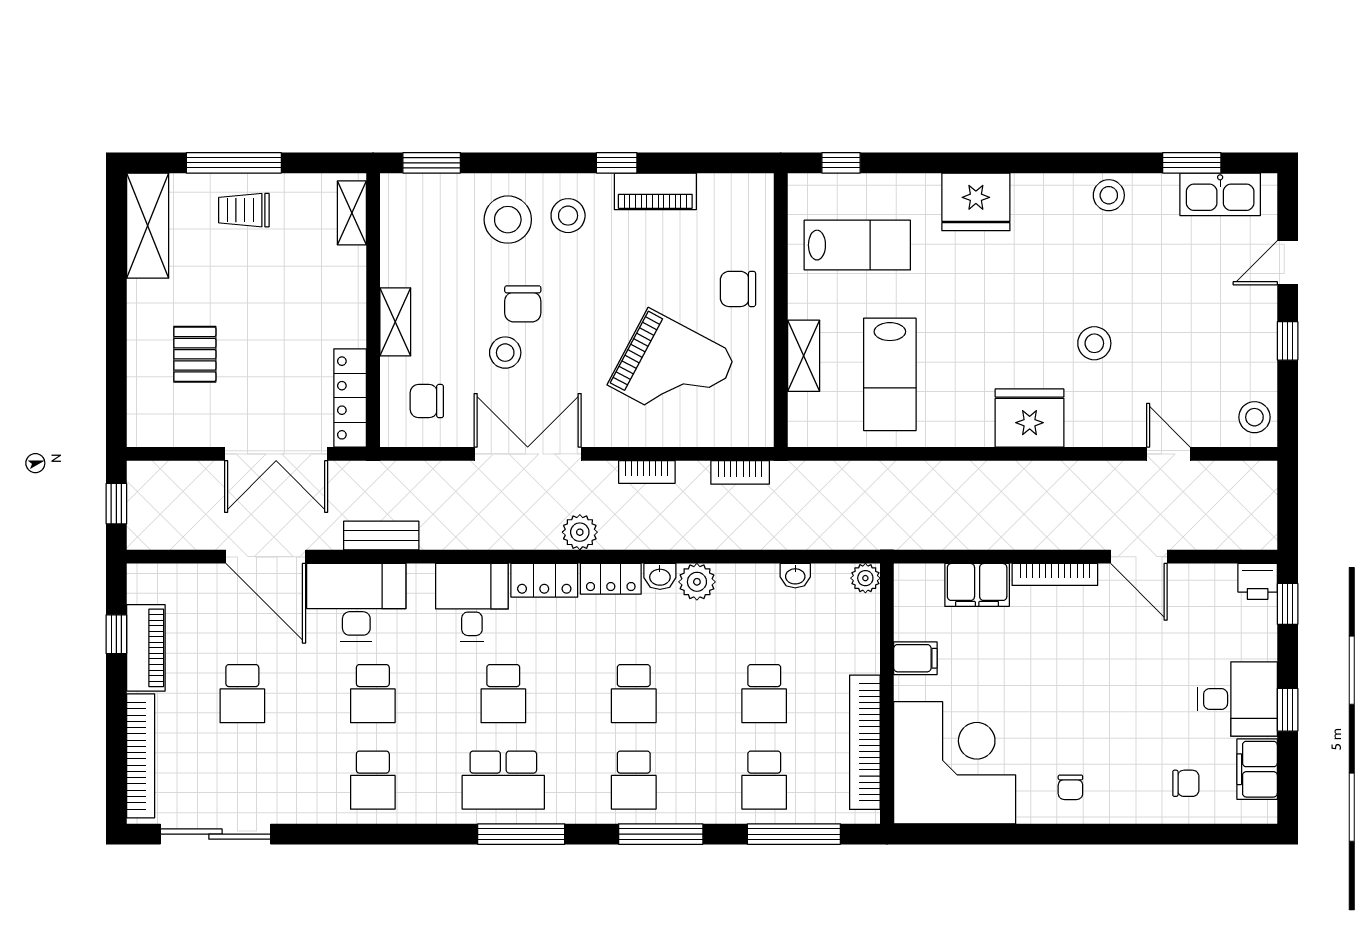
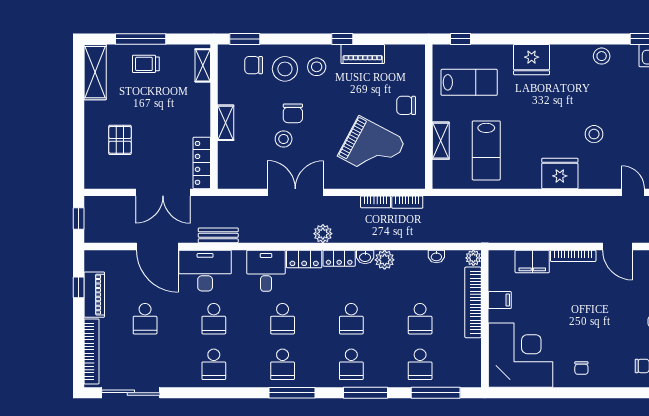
chair: (427, 401) -> (254, 65), moved
bookcase: (647, 472) -> (376, 202), moved
bookcase: (865, 742) -> (473, 302), moved
school desk: (503, 780) -> (283, 364), width x0.54

